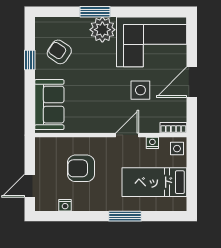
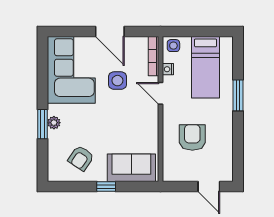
plant: (102, 30) -> (54, 123), width x0.53, depth x0.53
window: (30, 60) -> (106, 187), moved
bookcase: (173, 128) -> (154, 56), width x1.56
armchair: (81, 168) -> (192, 137), turned 180
nightstand: (65, 205) -> (228, 153), removed

